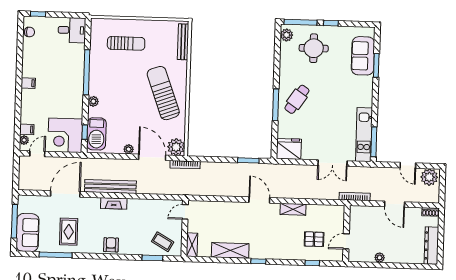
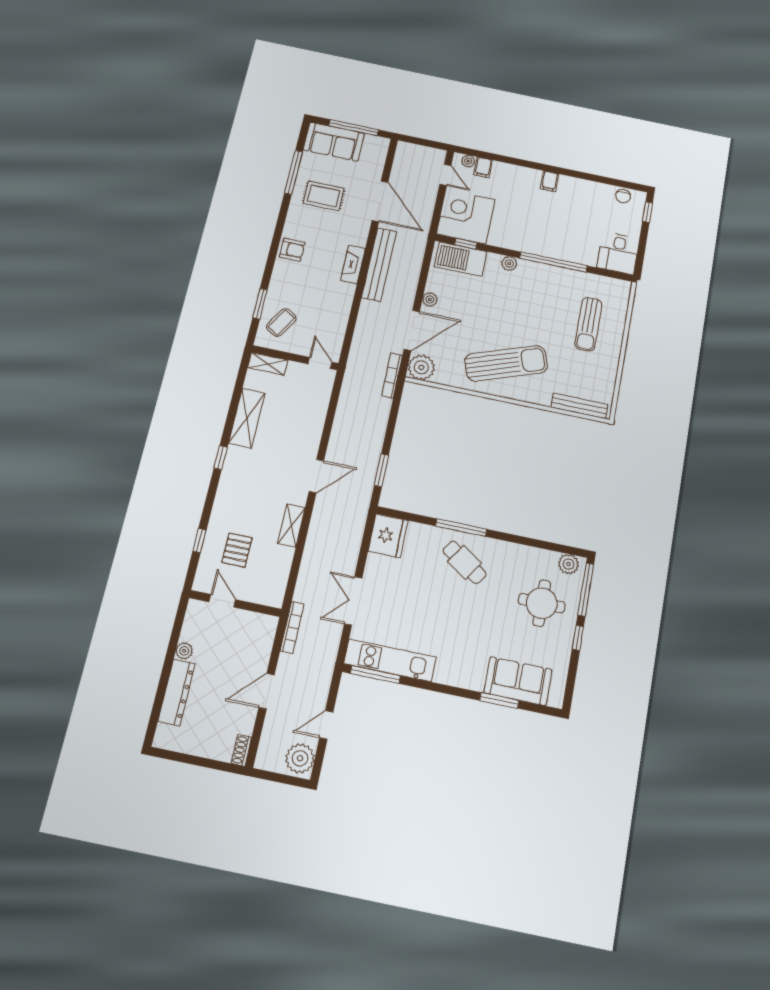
dresser: (431, 246) -> (176, 692), moved, turned 90

